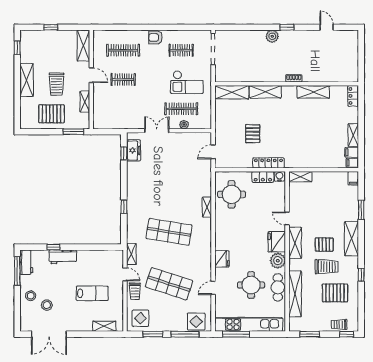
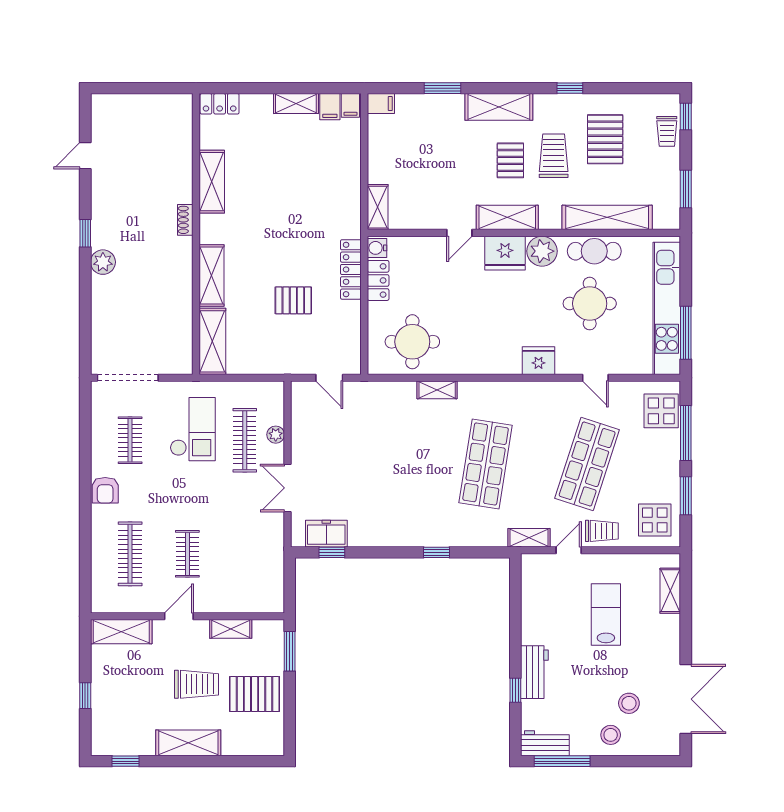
pallet: (51, 114) -> (255, 694), turned 90

